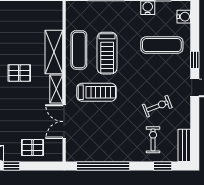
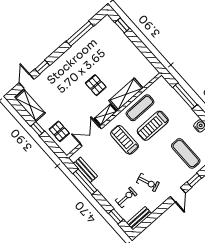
treadmill: (96, 92) -> (124, 140), turned 180
bench: (92, 155) -> (85, 170), added
window: (103, 166) -> (85, 182), width x0.68

